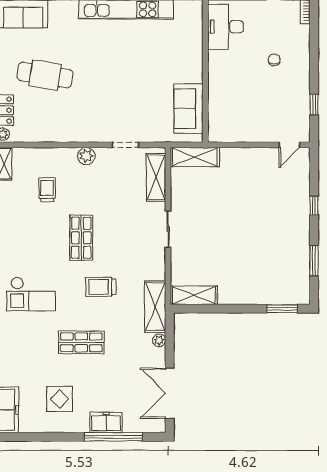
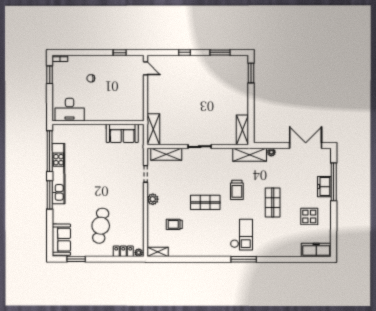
double door: (170, 393) -> (306, 145), swing flipped

